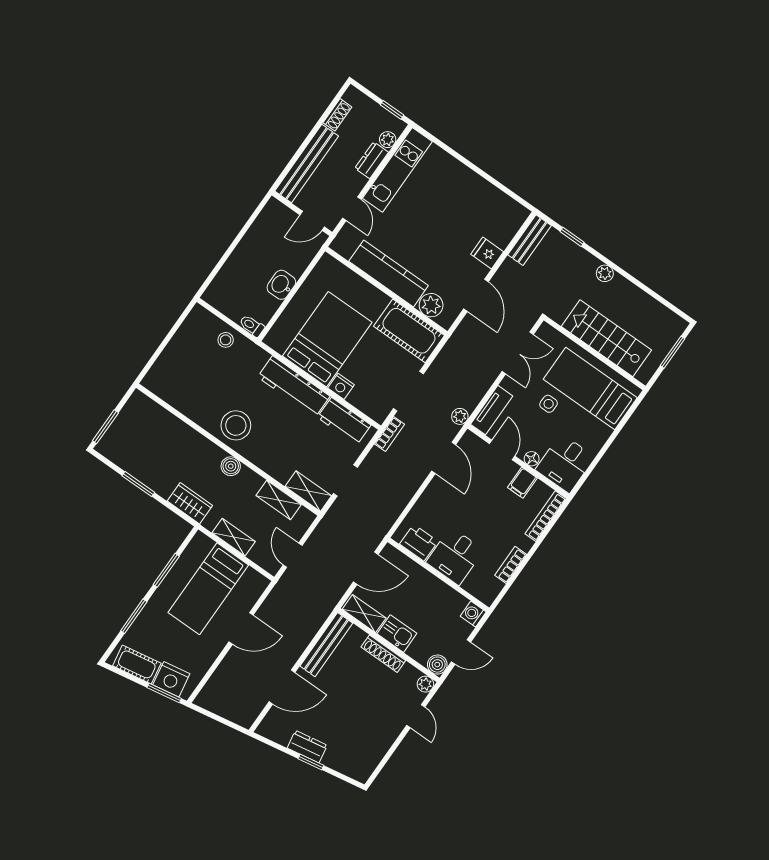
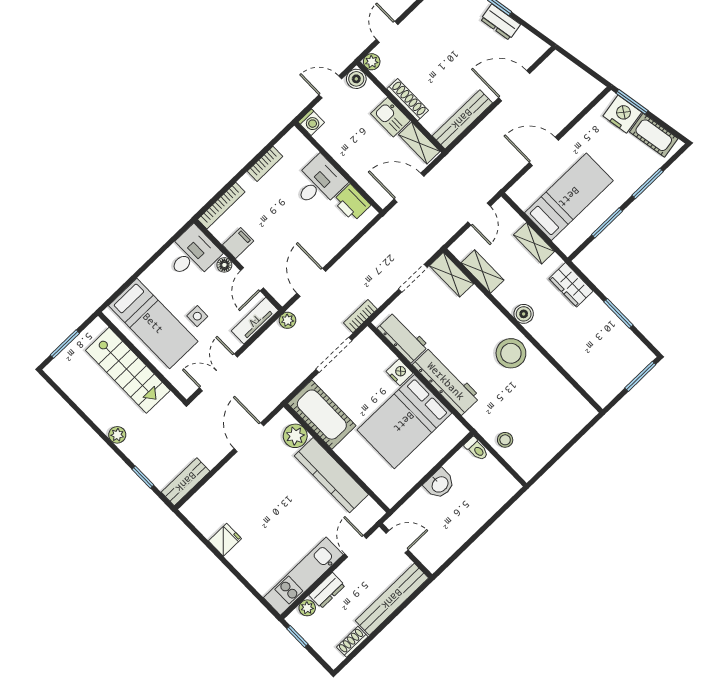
fridge: (487, 253) -> (225, 540), moved, turned -90

